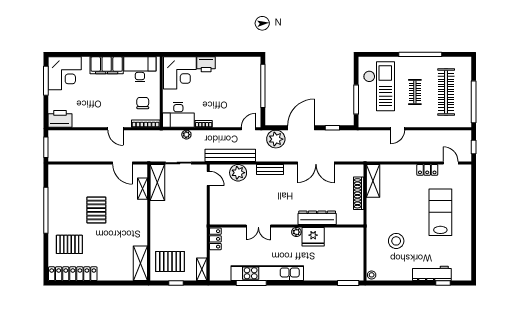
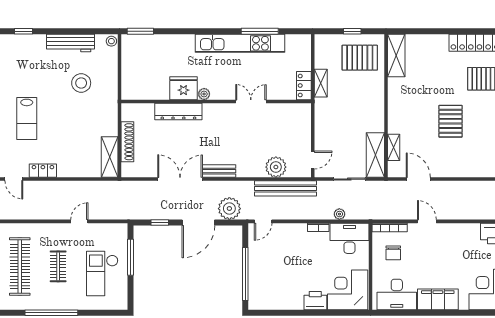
checkout: (379, 86) -> (102, 274), width x0.73, depth x0.83
bench: (270, 169) -> (219, 171), moved
door: (208, 178) -> (313, 160), swing flipped
lab bench: (440, 212) -> (27, 118), width x0.73, depth x0.72
shelving: (202, 269) -> (321, 83), moved
workbench: (432, 273) -> (71, 43), moved

